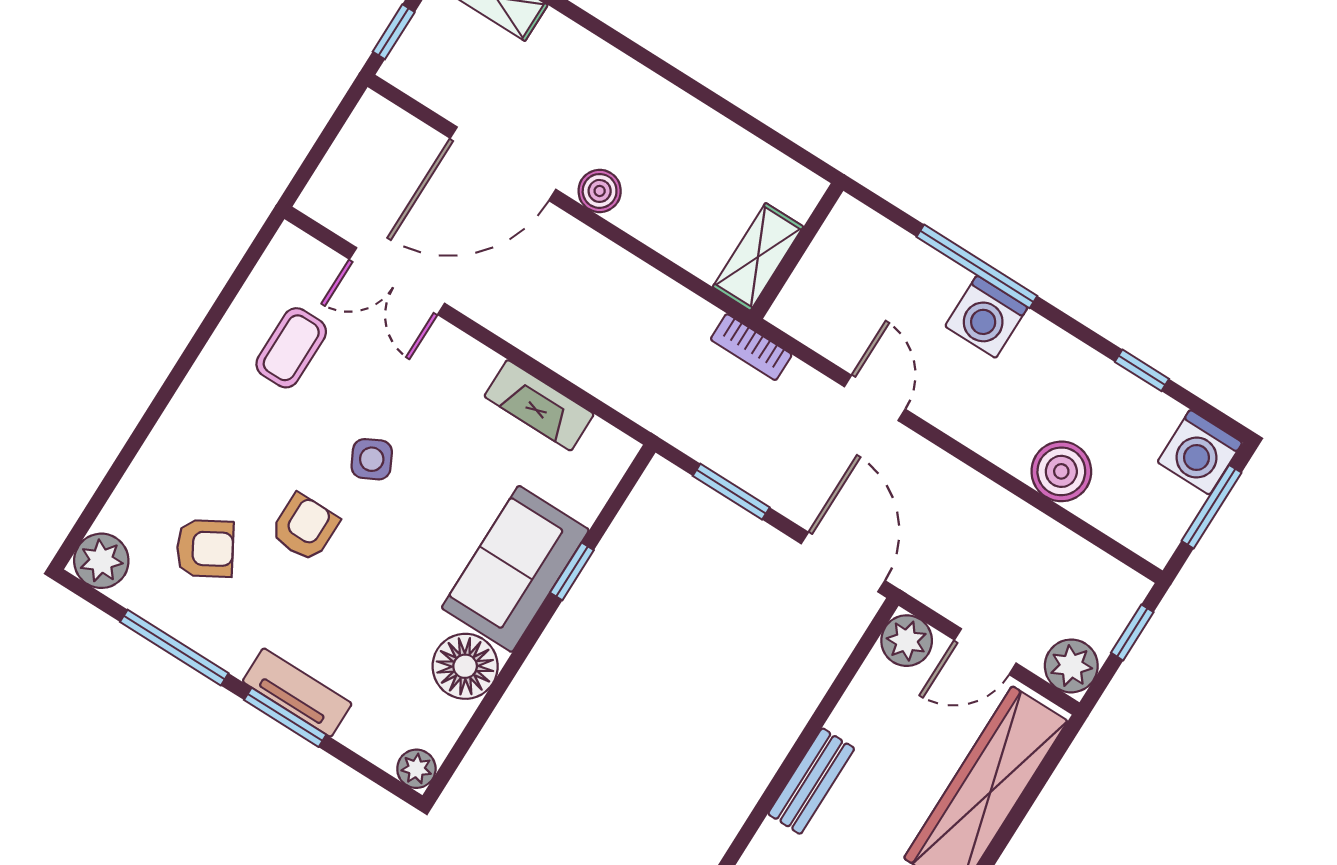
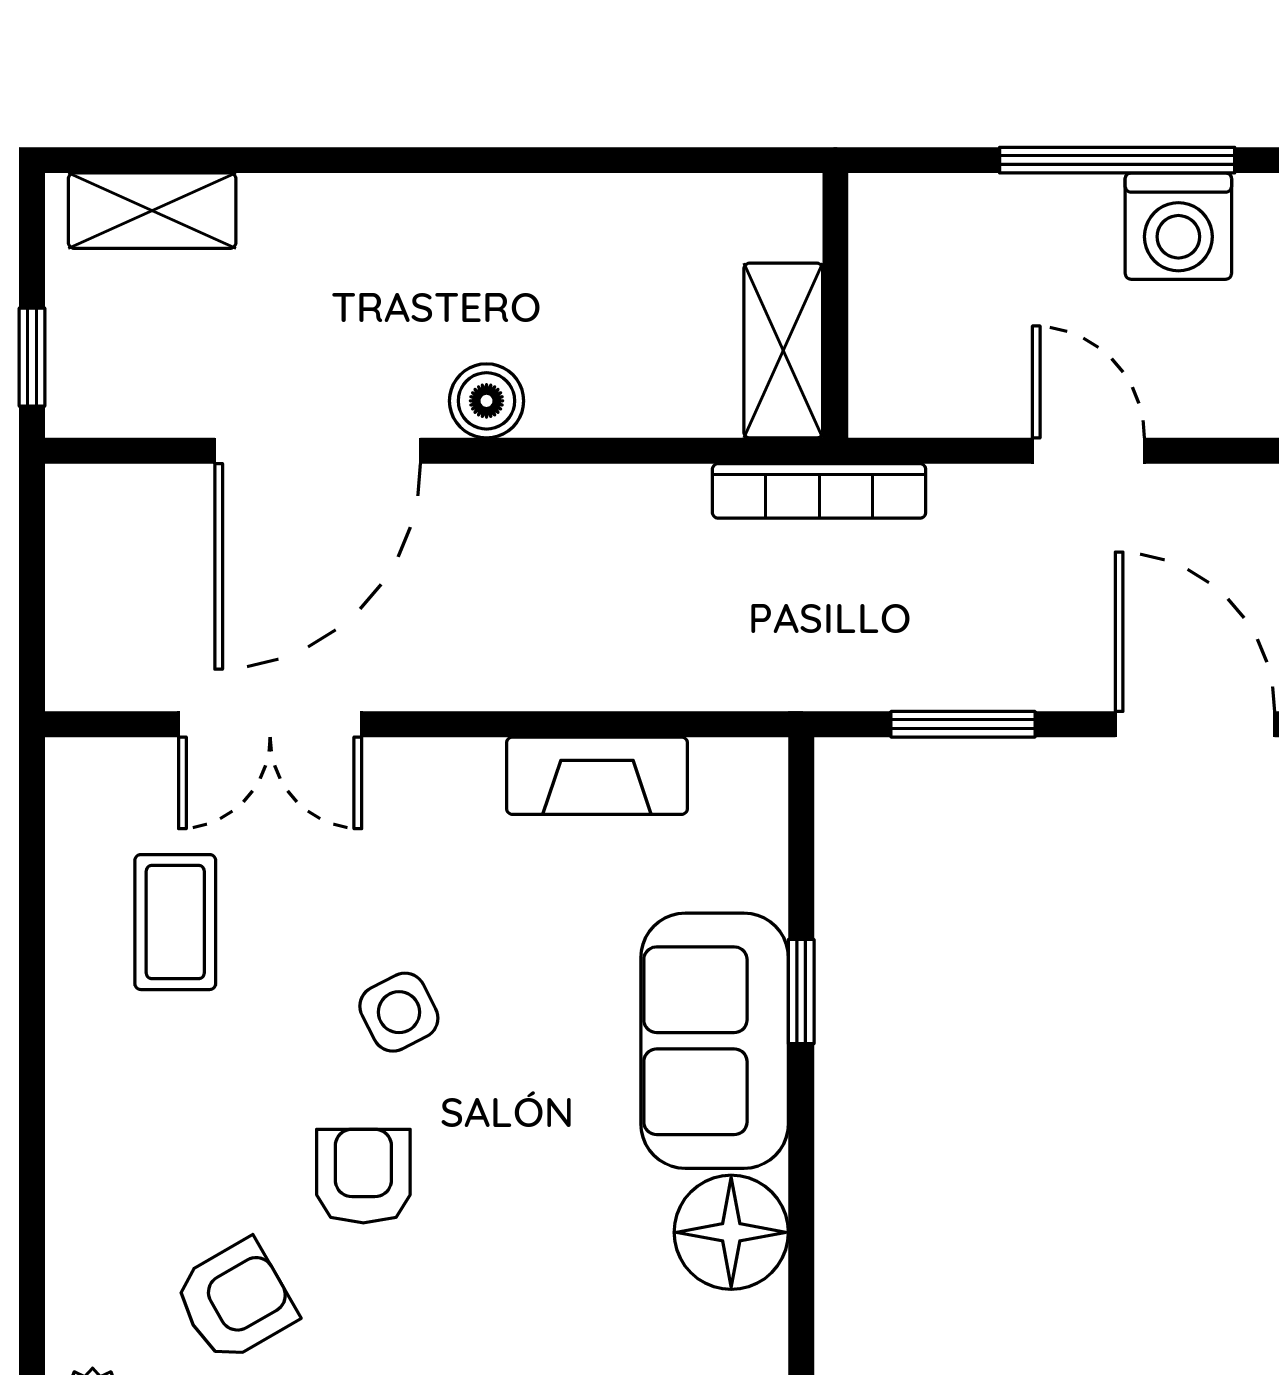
bookcase: (751, 347) -> (819, 491), width x1.56

